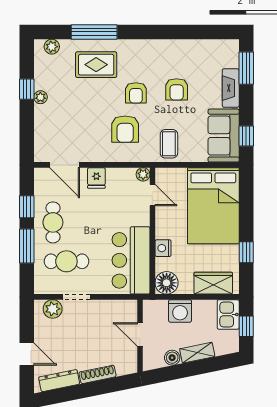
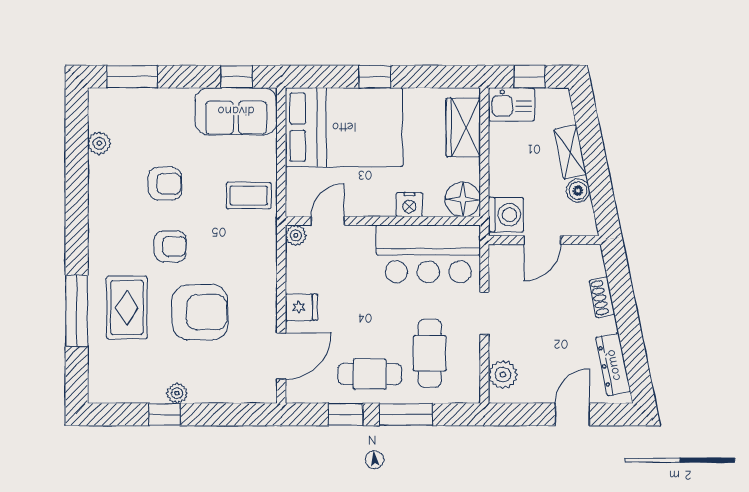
plant: (52, 47) -> (99, 143), moved
fireplace: (231, 88) -> (163, 100), removed
armchair: (125, 129) -> (200, 312), moved, width x1.36, depth x1.36
window: (246, 252) -> (375, 77), moved
doorway: (77, 297) -> (484, 313), moved
washing machine: (180, 311) -> (506, 215), moved
shoe rack: (98, 374) -> (602, 297), width x0.70

